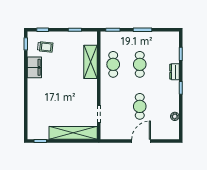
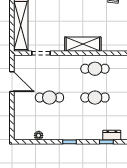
shelving: (90, 62) -> (83, 44), moved
dresser: (174, 72) -> (112, 135), moved
door: (141, 141) -> (12, 82), moved

